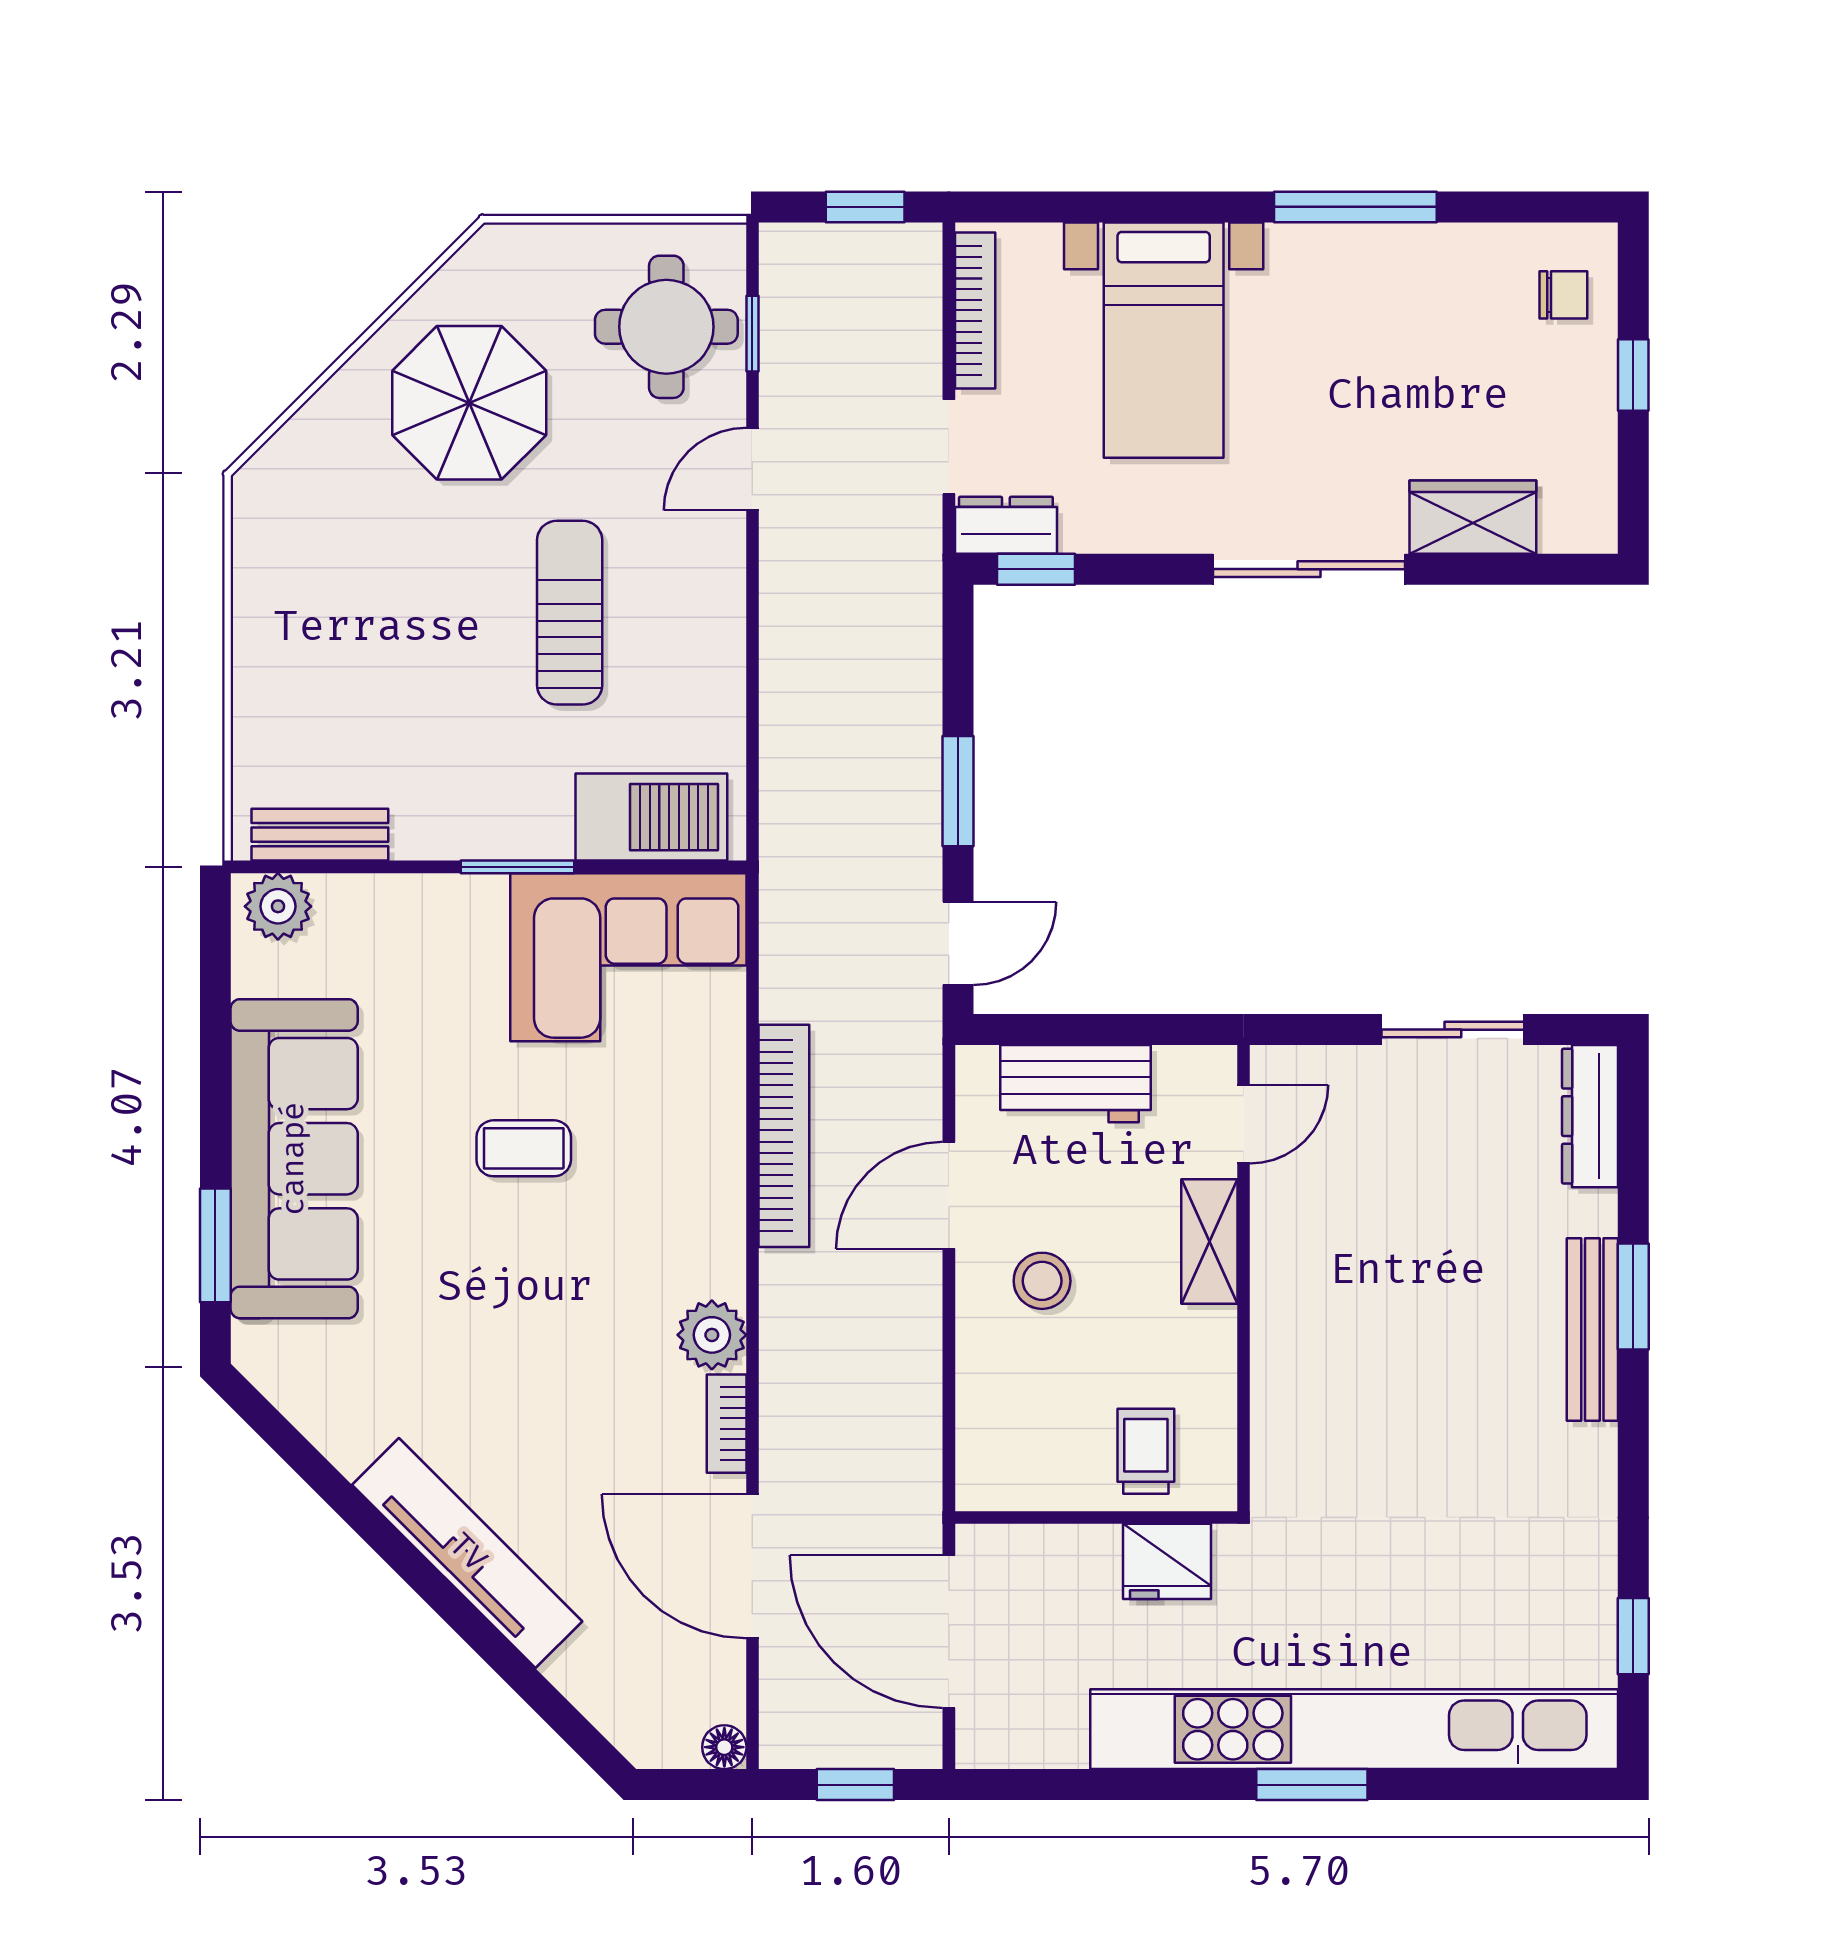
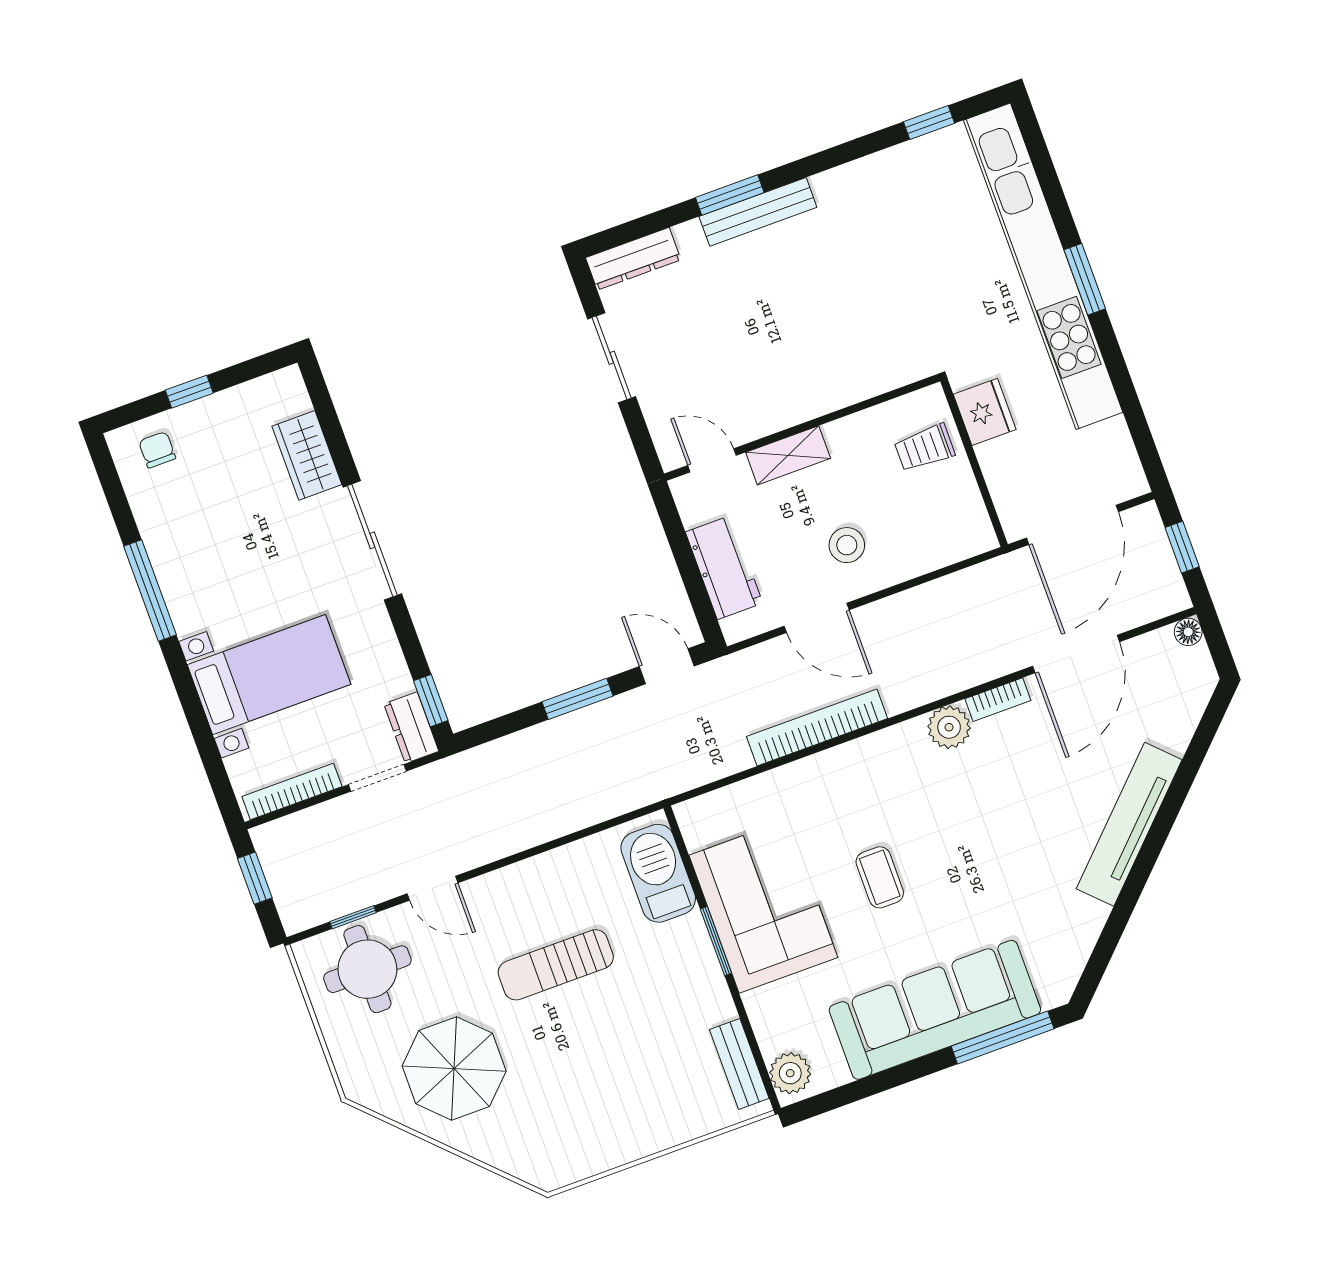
corner sofa: (628, 957) -> (763, 906), moved
window: (215, 1245) -> (1003, 1038), width x1.44

